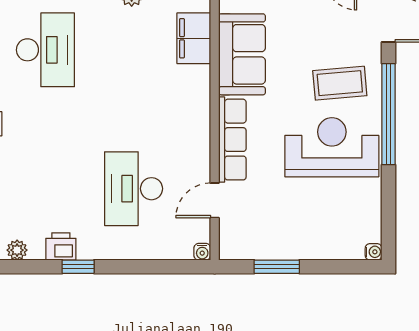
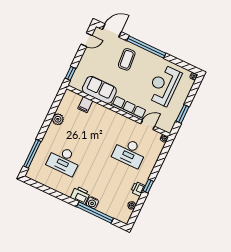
filing cabinet: (194, 38) -> (85, 105), width x0.50
desk: (45, 50) -> (64, 161), turned 180
reception desk: (332, 147) -> (164, 85), moved
door: (215, 200) -> (148, 125), swing flipped

